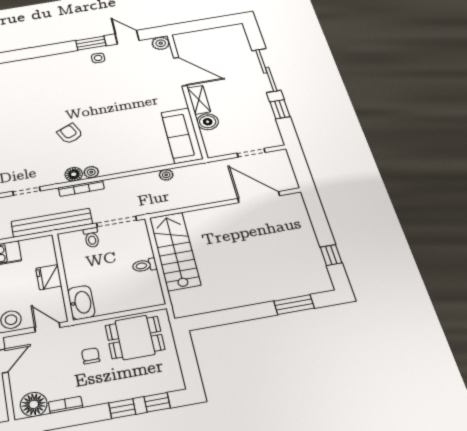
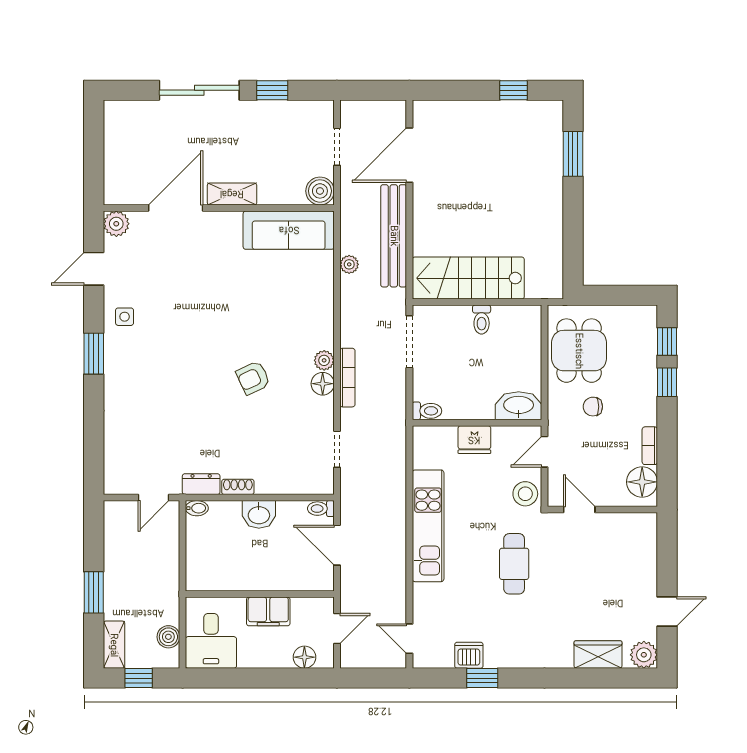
window: (91, 43) -> (94, 354), moved
boiler: (208, 122) -> (320, 191), moved
bench: (52, 223) -> (394, 236), moved
toilet: (92, 238) -> (427, 411), moved

